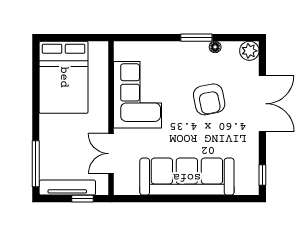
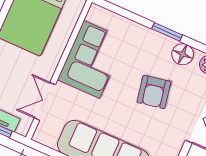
floor lamp: (215, 47) -> (183, 54), width x1.89, depth x1.89

